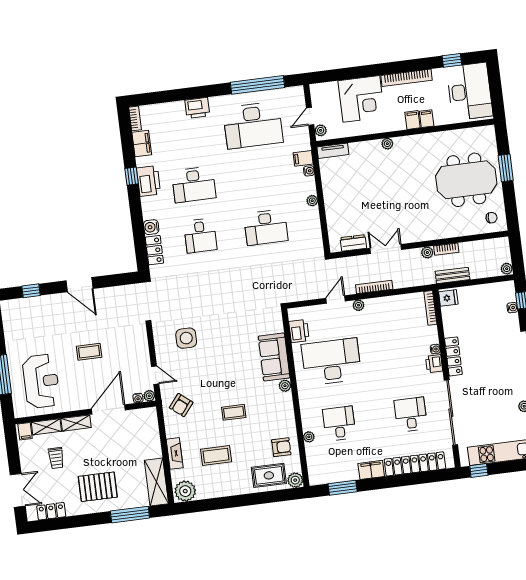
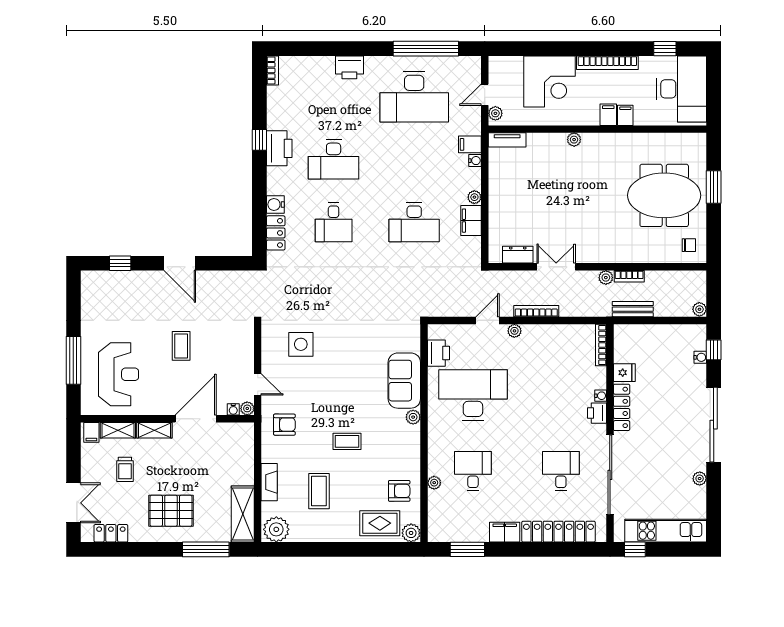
filing cabinet: (142, 143) -> (471, 221), moved, turned 180
fridge: (448, 298) -> (624, 373), moved
coffee table: (89, 352) -> (181, 346), turned 90
armchair: (181, 405) -> (284, 425), turned -129
coffee table: (216, 456) -> (319, 491), turned 90

